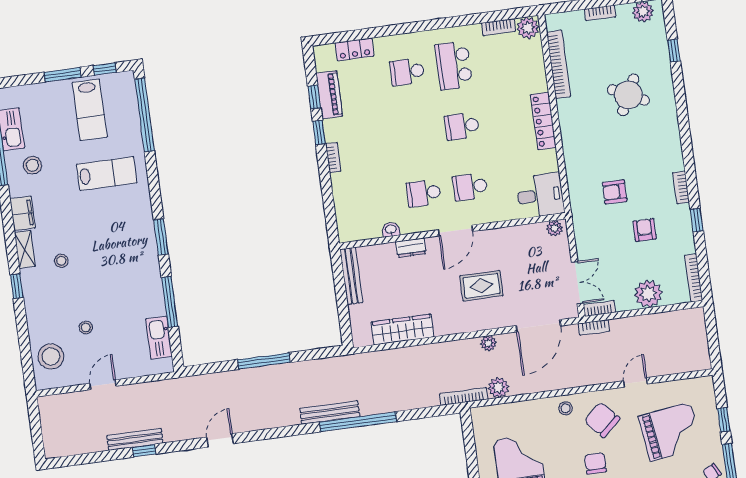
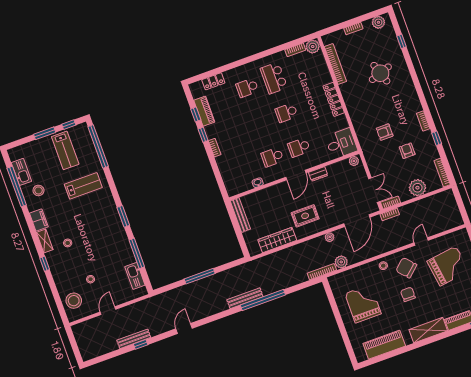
round table: (628, 95) -> (380, 73), turned 45
dresser: (411, 248) -> (318, 174), moved
rug: (481, 286) -> (305, 216), moved

